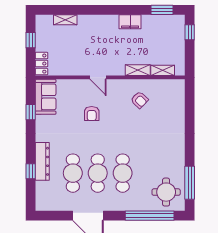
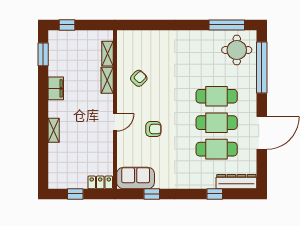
shelving: (65, 20) -> (54, 130), moved
dresser: (42, 161) -> (236, 182), moved

